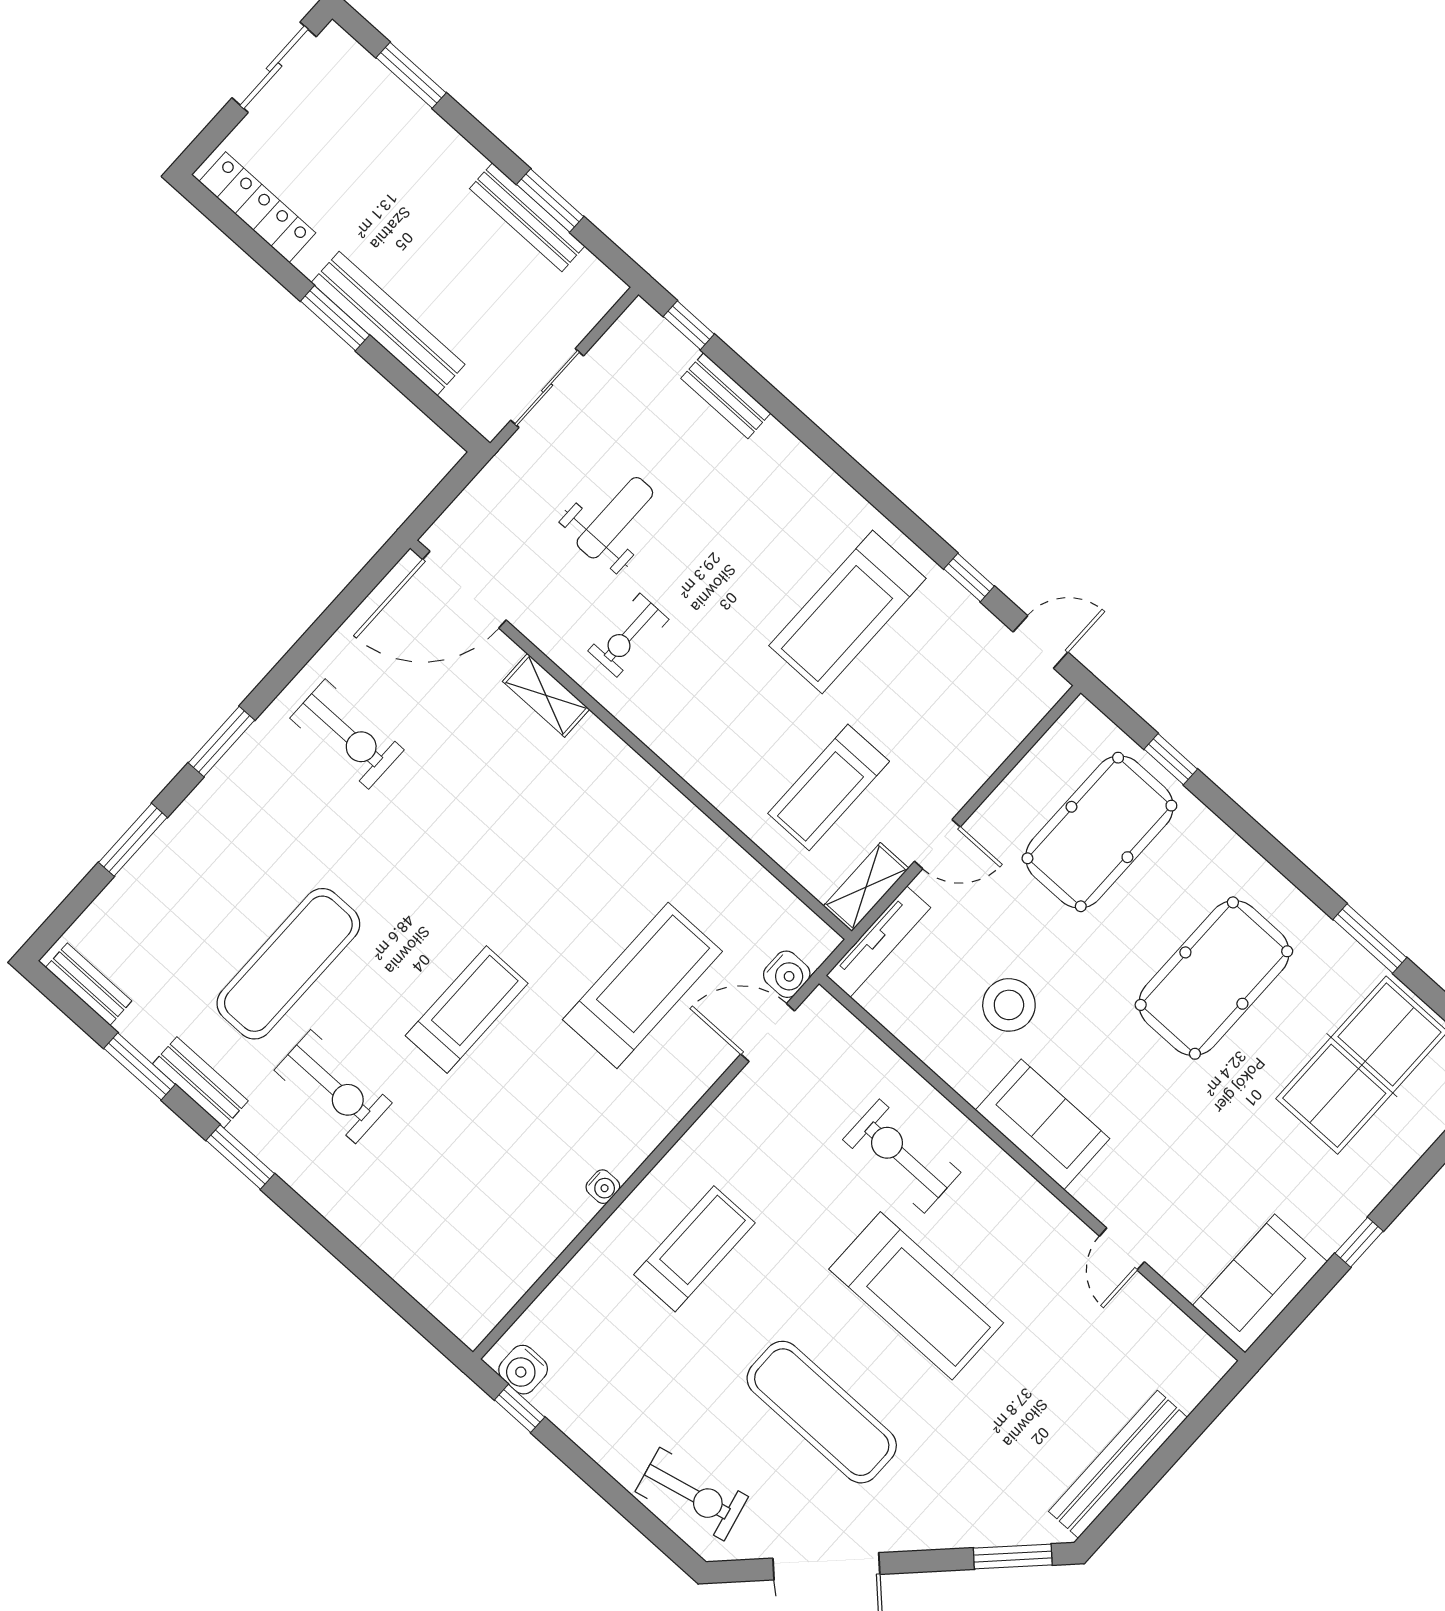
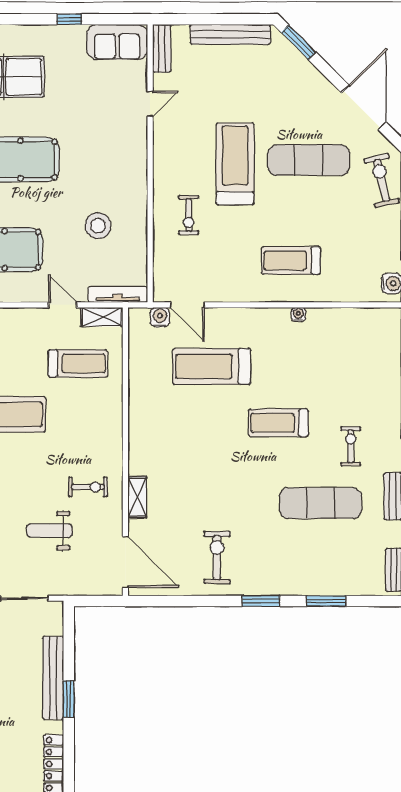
exercise bike: (333, 1087) -> (351, 446), width x0.73, depth x0.72
sofa: (1043, 1124) -> (131, 174), removed
exercise bike: (902, 1156) -> (189, 215), width x0.73, depth x0.72
bench: (1190, 1342) -> (162, 48), added
exercise mat: (822, 1412) -> (309, 160), turned 90

